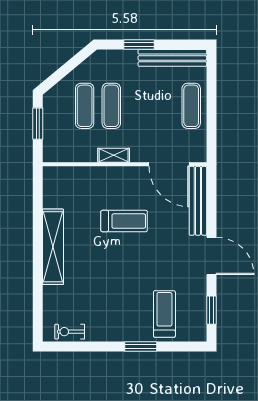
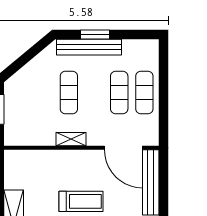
bench: (172, 58) -> (89, 47), moved
exercise mat: (85, 106) -> (119, 93), moved

